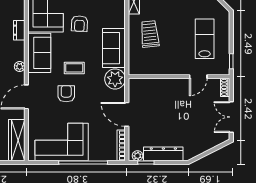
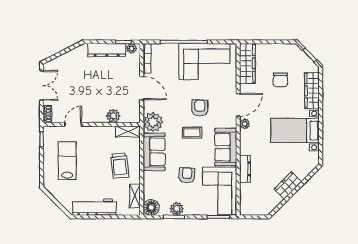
dresser: (19, 30) -> (245, 169), width x1.44
lab bench: (205, 39) -> (67, 161), turned 180
plant: (20, 67) -> (245, 124), moved
shelving: (141, 69) -> (128, 131), added
plant: (156, 85) -> (113, 116), added
armchair: (66, 94) -> (200, 108), turned 180

